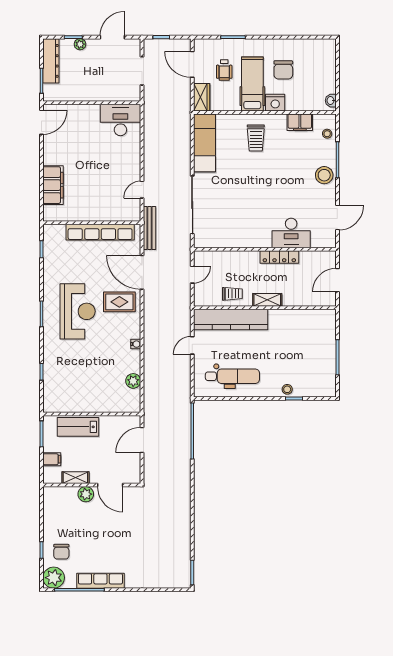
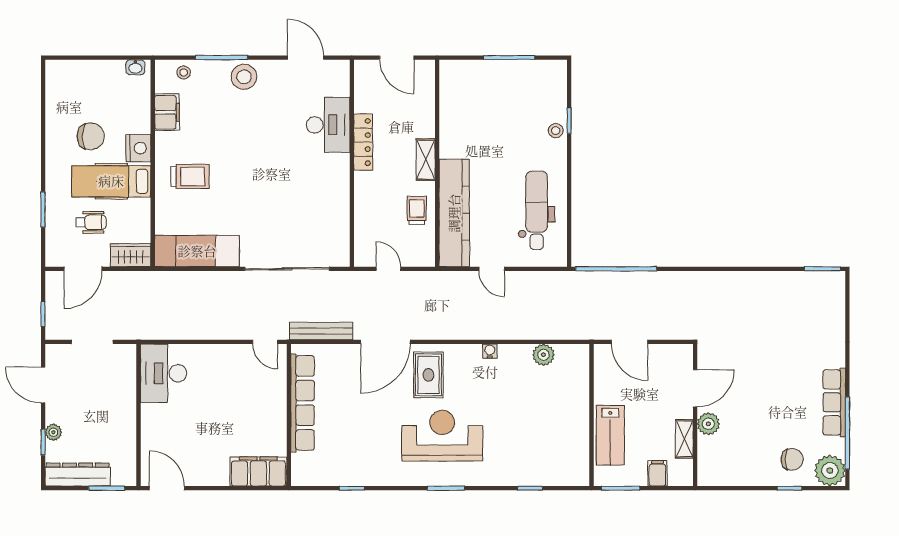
wall: (92, 223) -> (289, 415), moved
row of seats: (100, 232) -> (303, 403), moved

